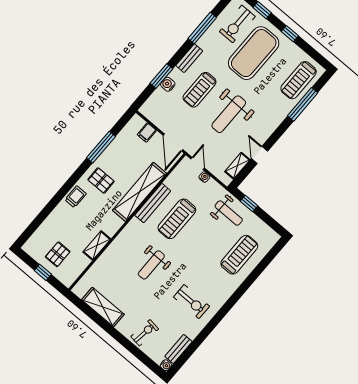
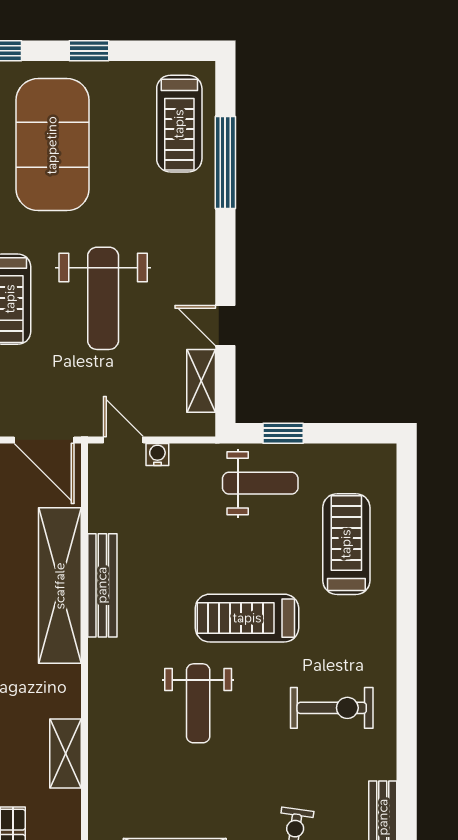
treadmill: (177, 219) -> (247, 618), moved, turned 90

